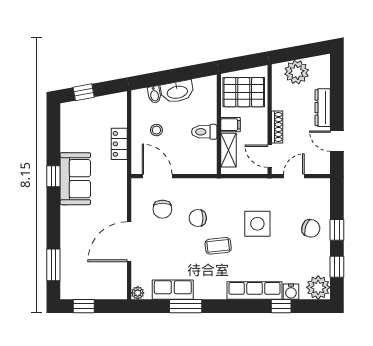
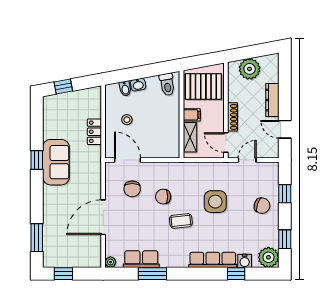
washbasin: (177, 92) -> (138, 85), width x0.52, depth x0.69
toilet: (204, 132) -> (167, 84), moved, turned -100
window: (337, 230) -> (285, 194), moved

